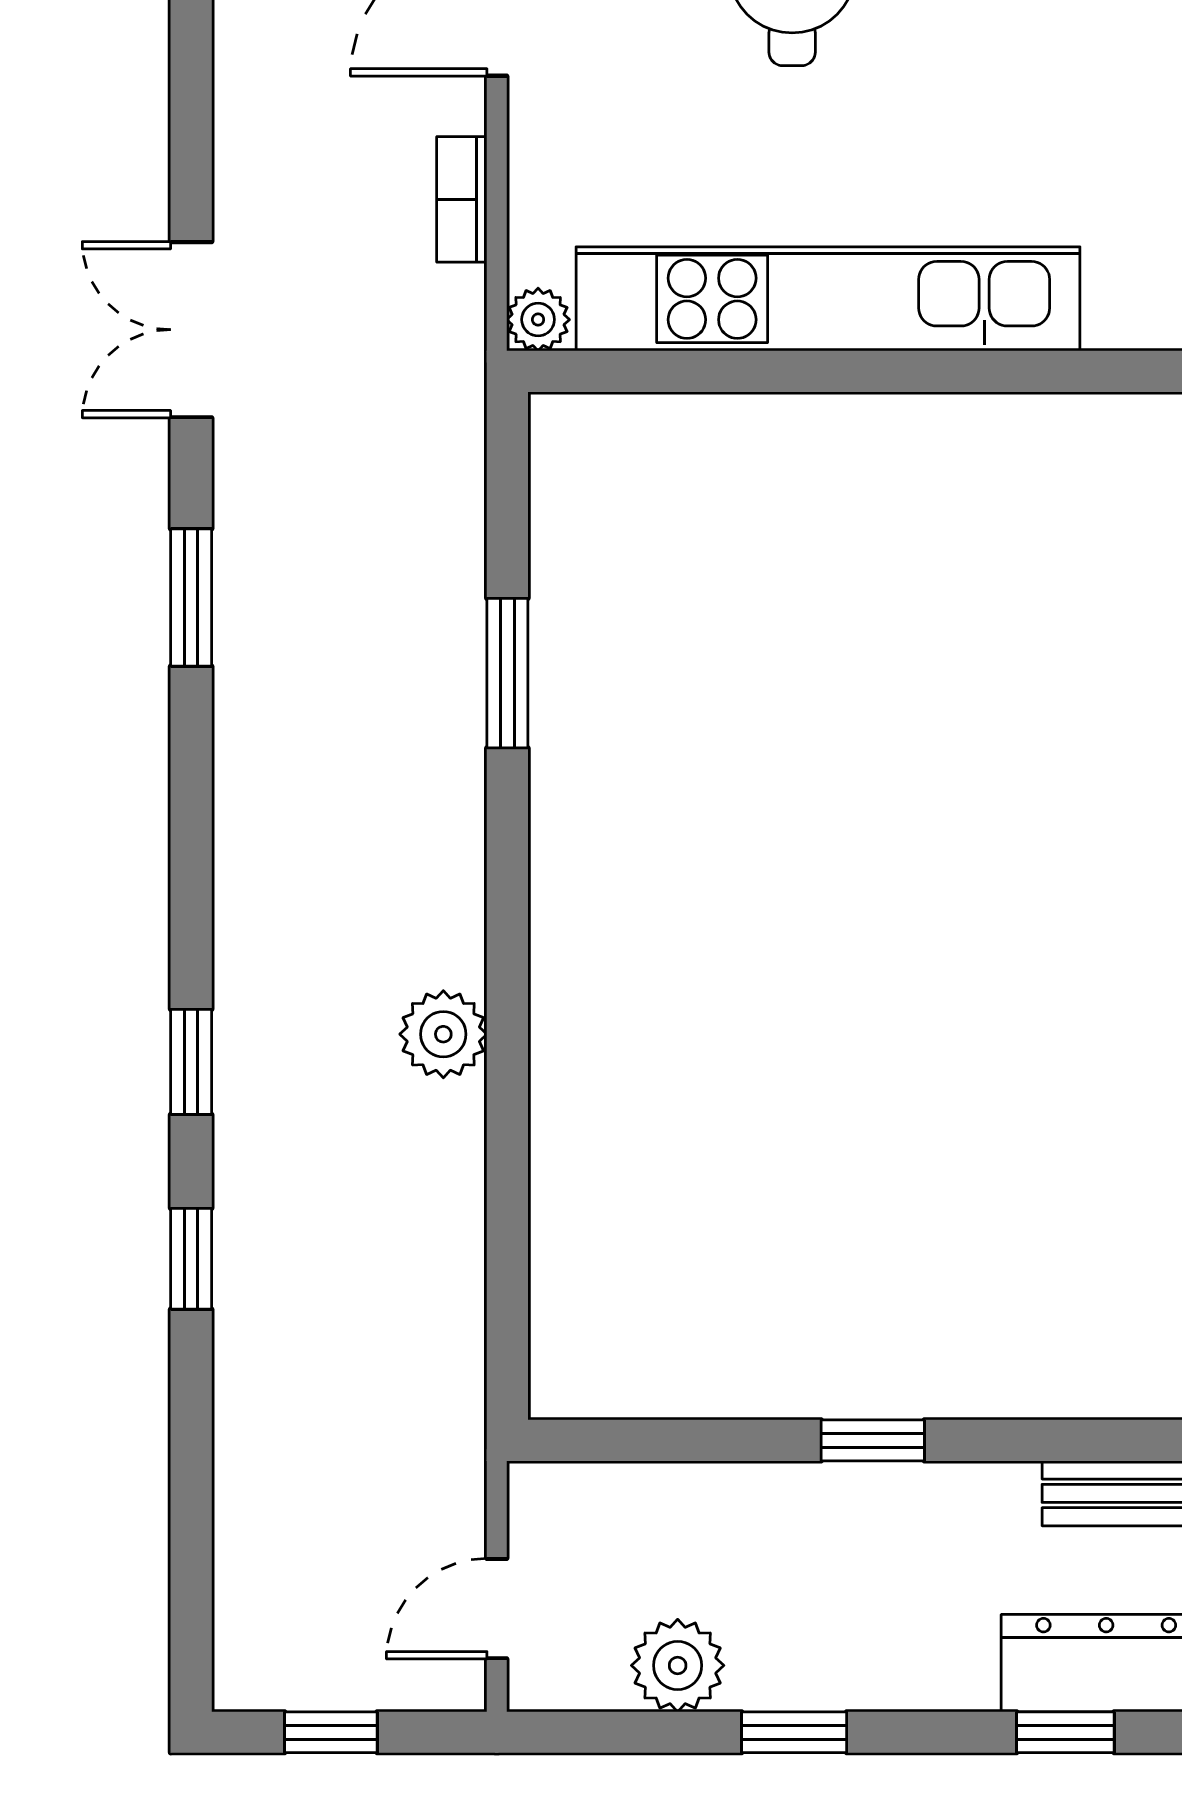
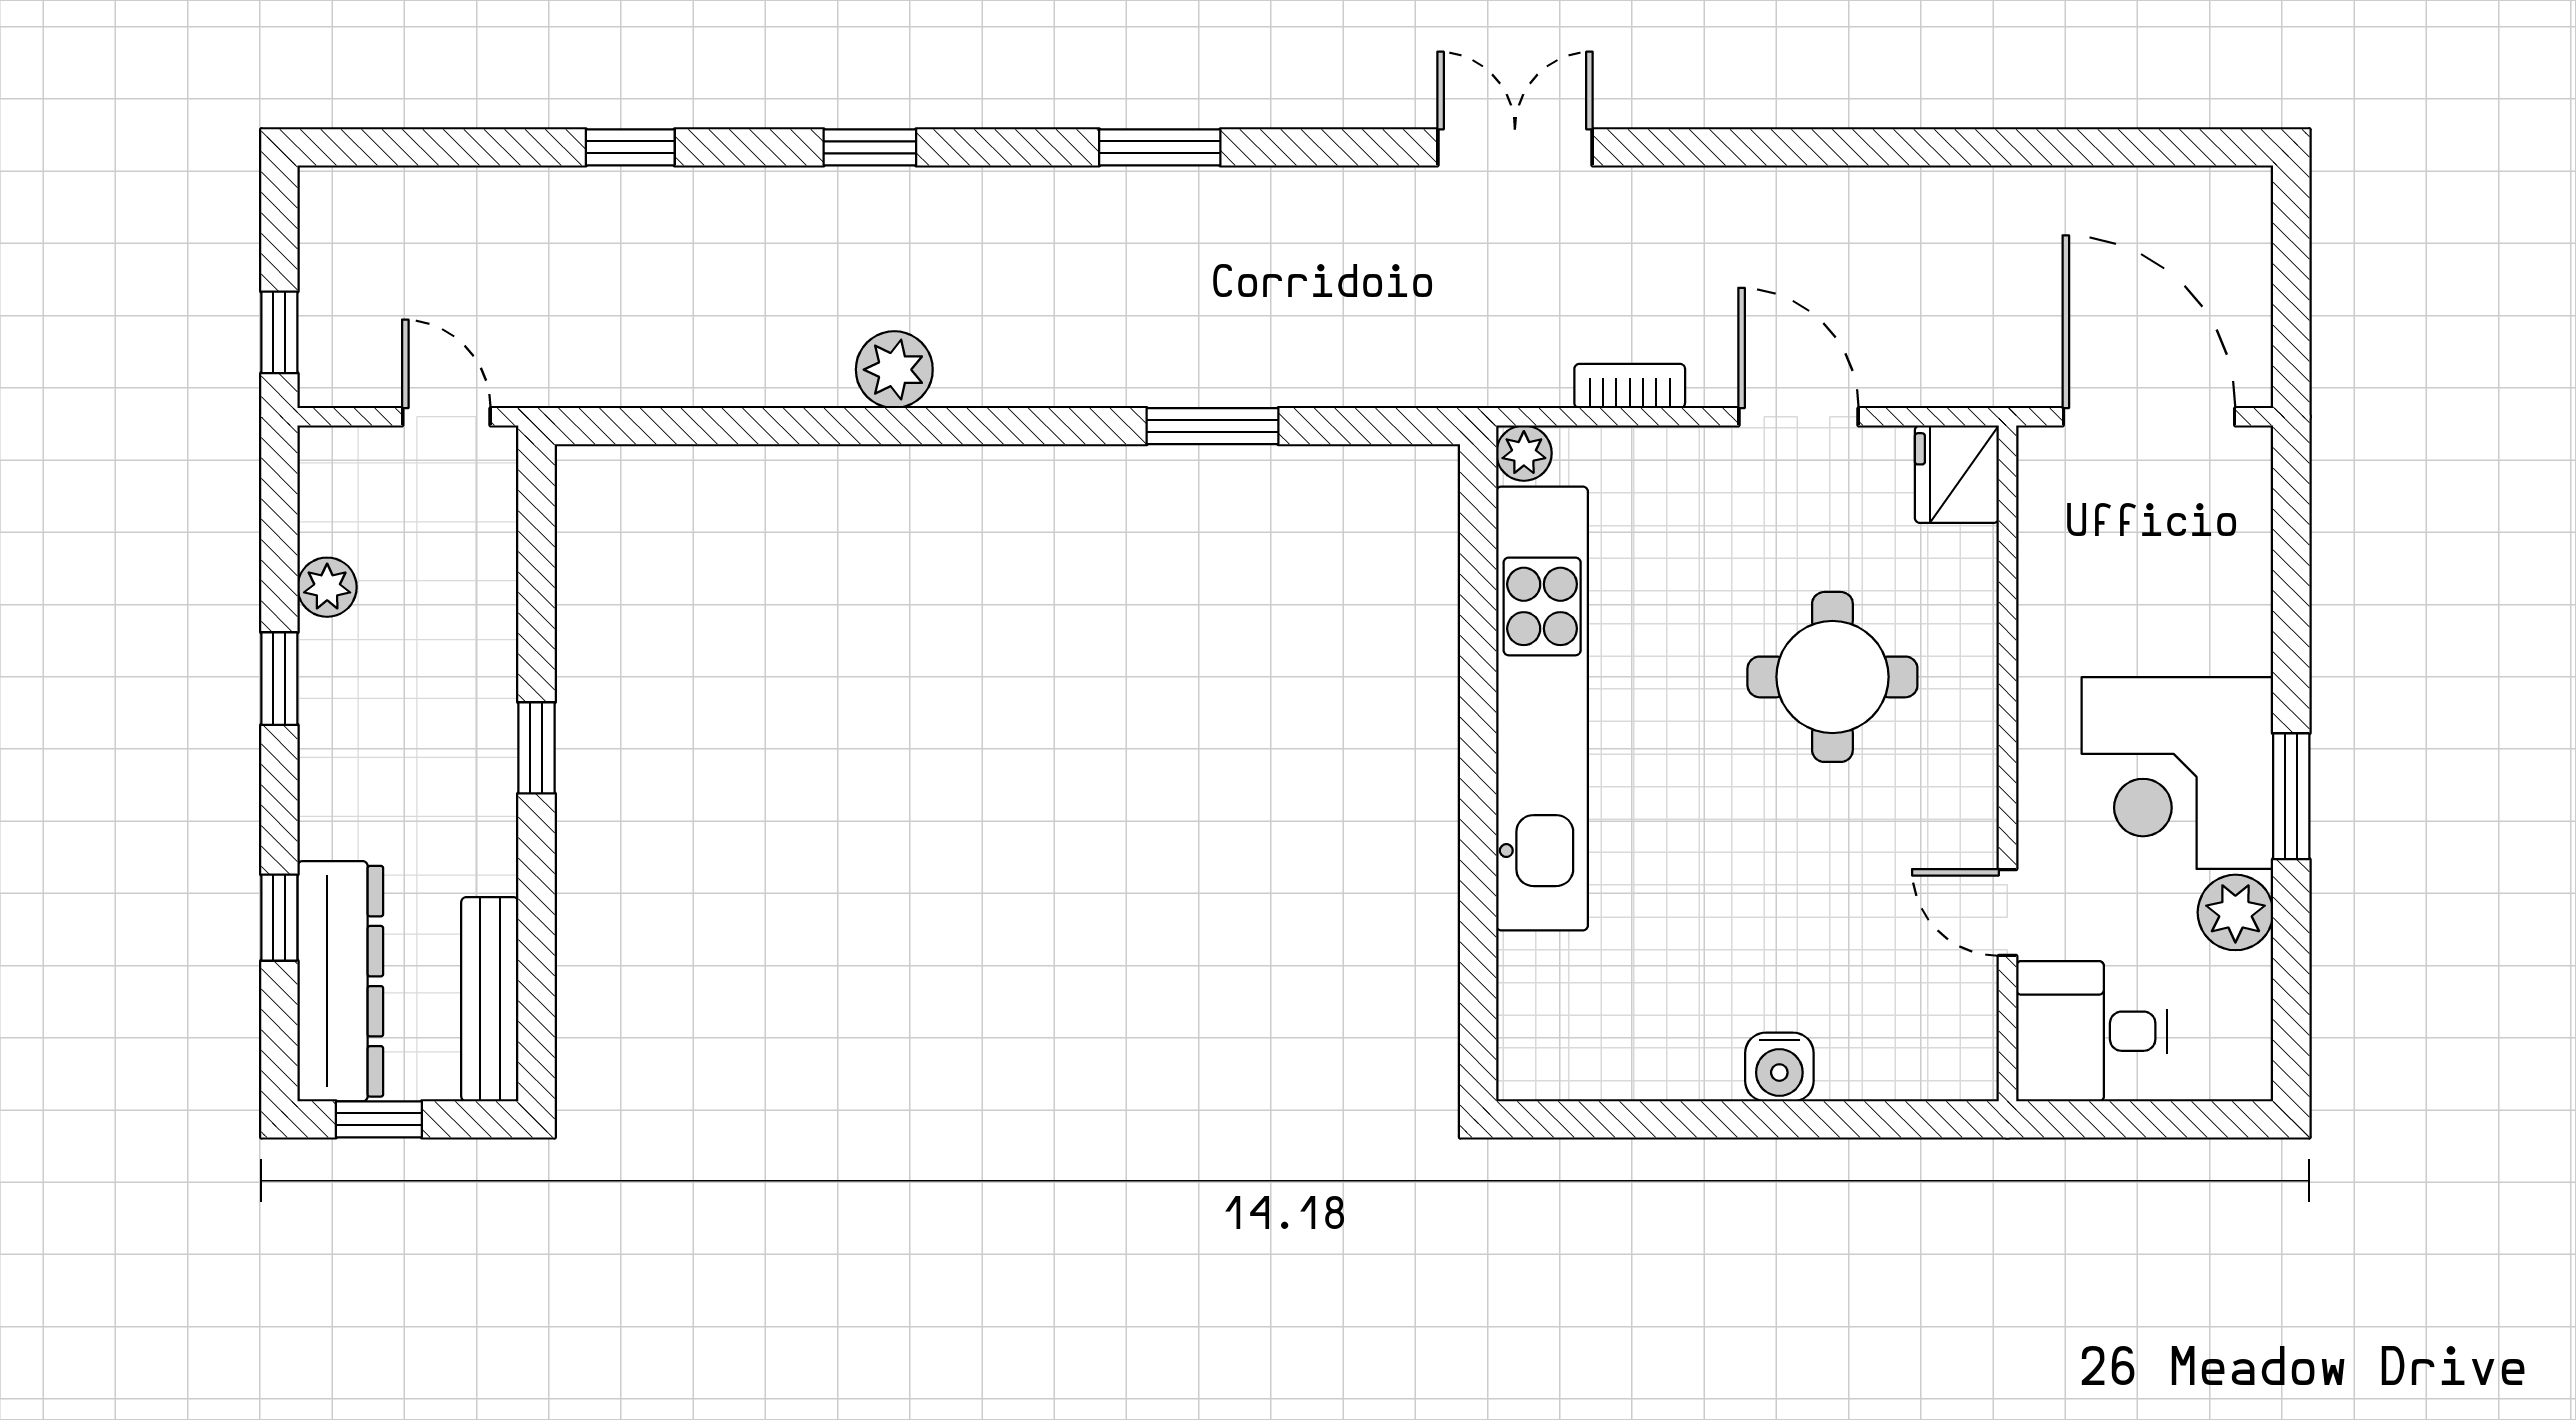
window: (191, 598) -> (1160, 147), moved
window: (191, 1259) -> (630, 147), moved
door: (497, 1609) -> (446, 417), moved
plant: (678, 1665) -> (327, 587), width x0.73, depth x0.73
window: (331, 1732) -> (279, 332), moved

